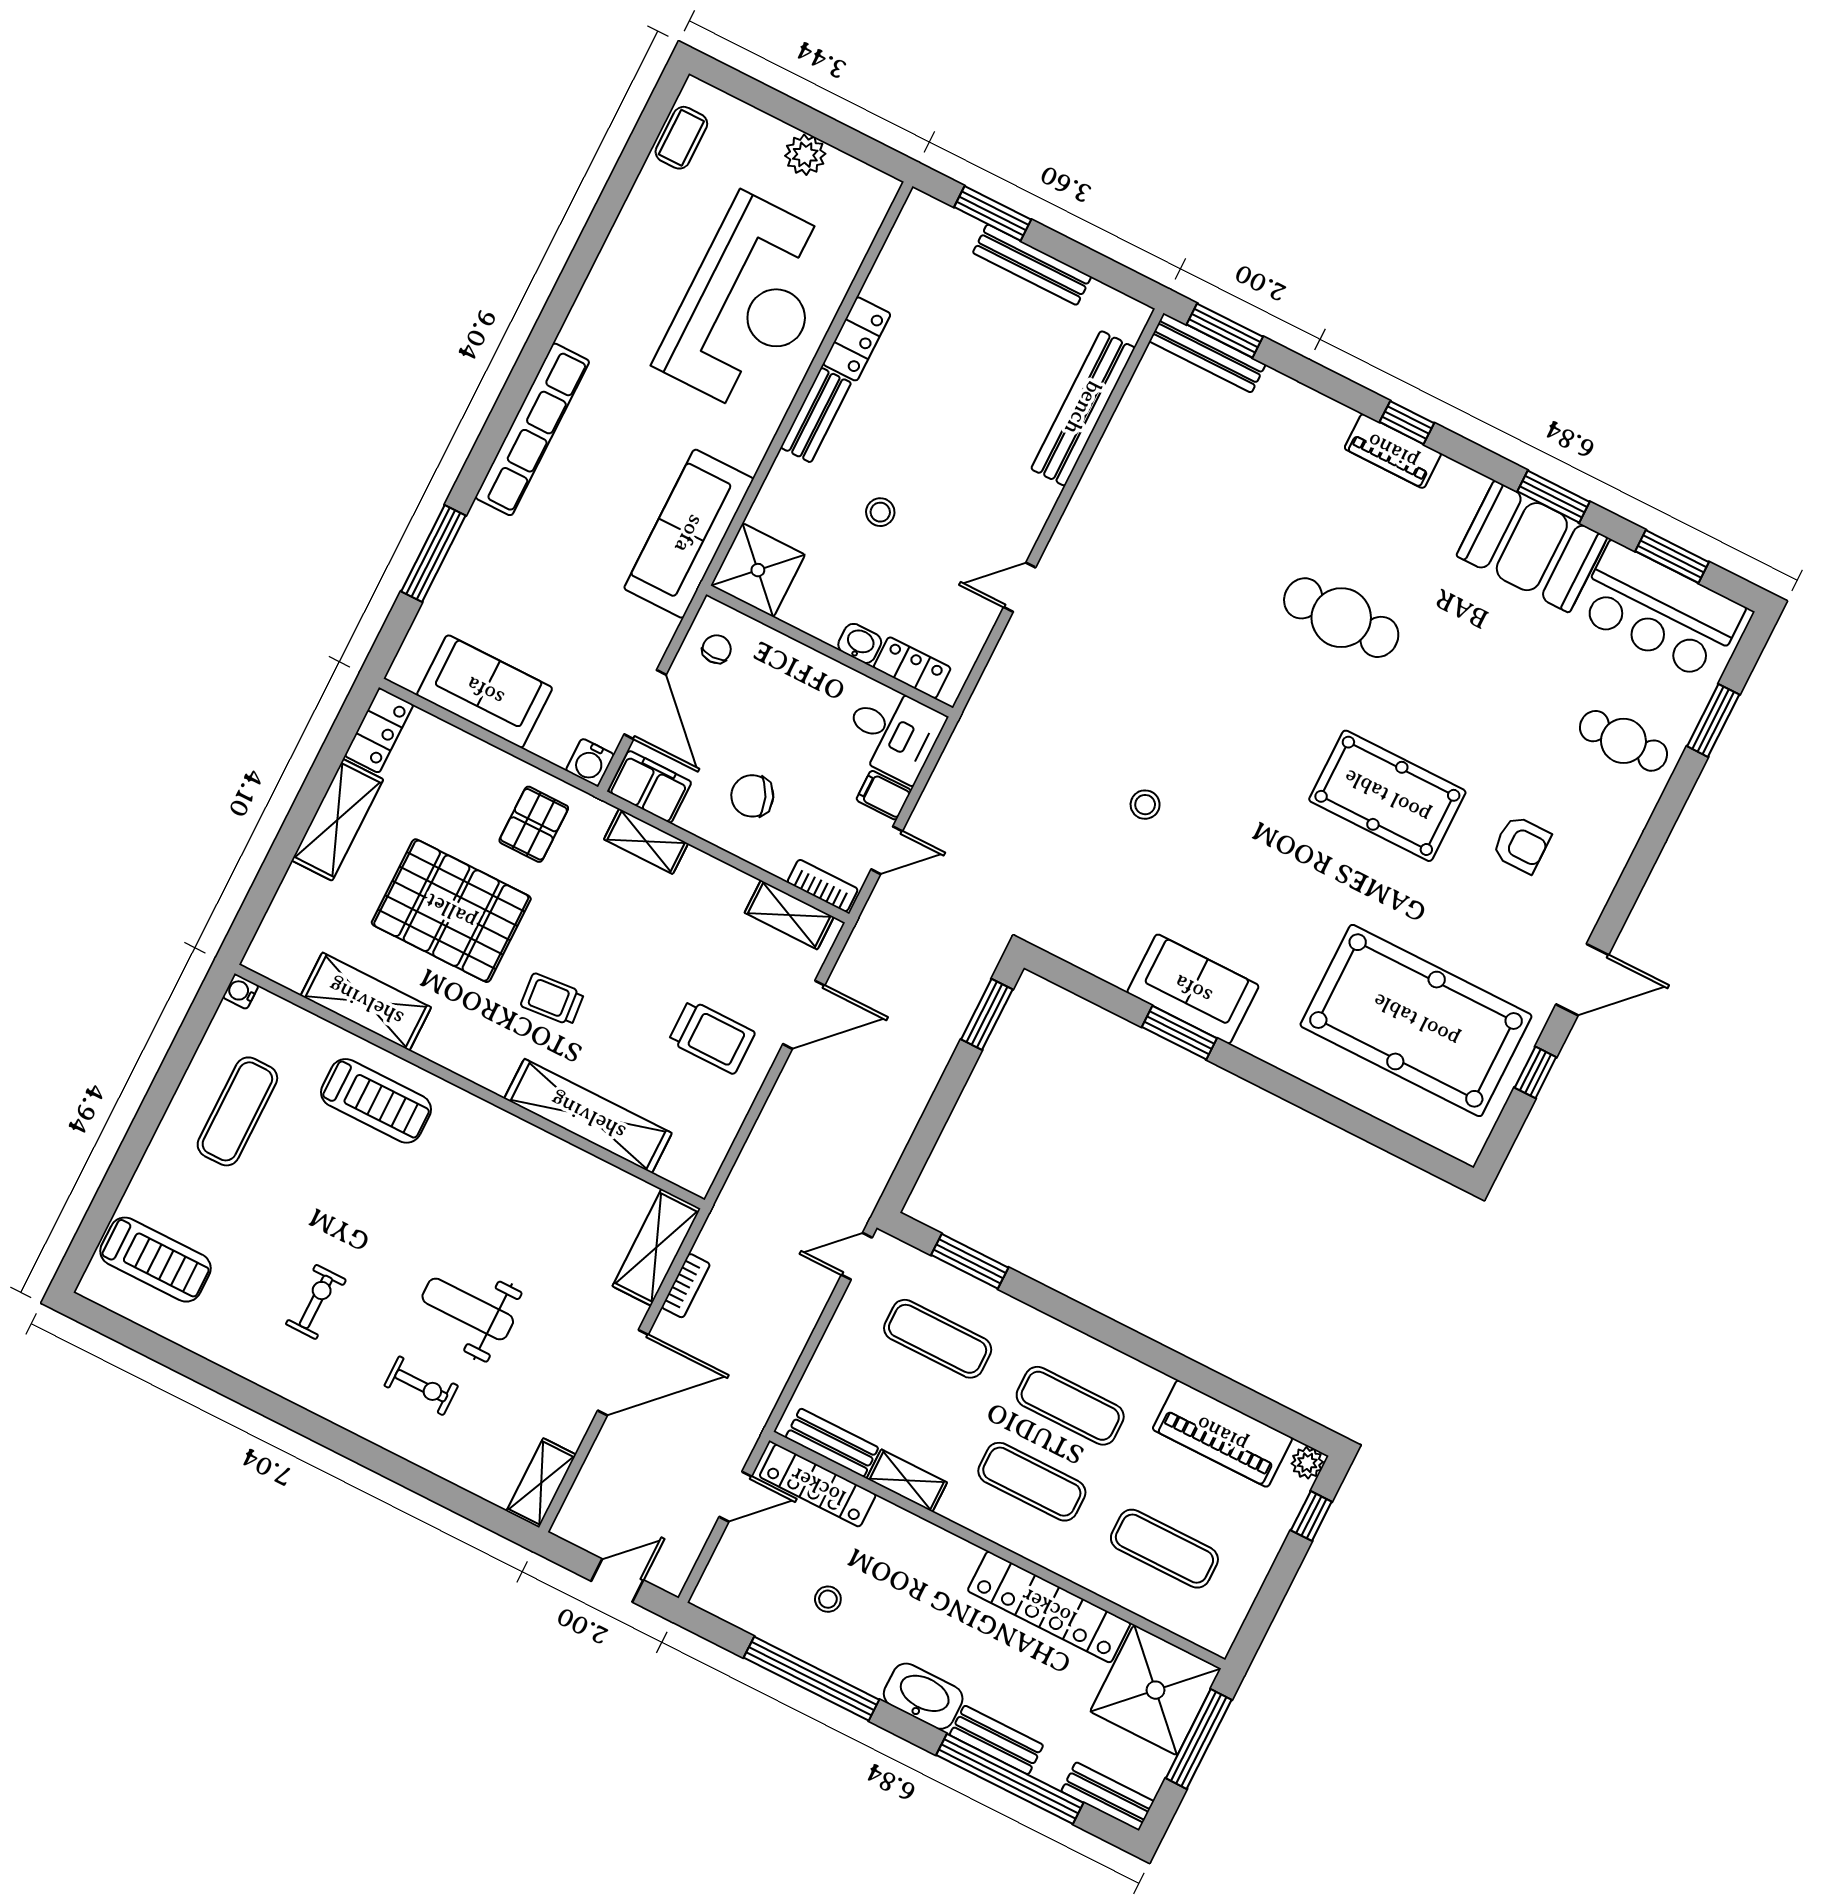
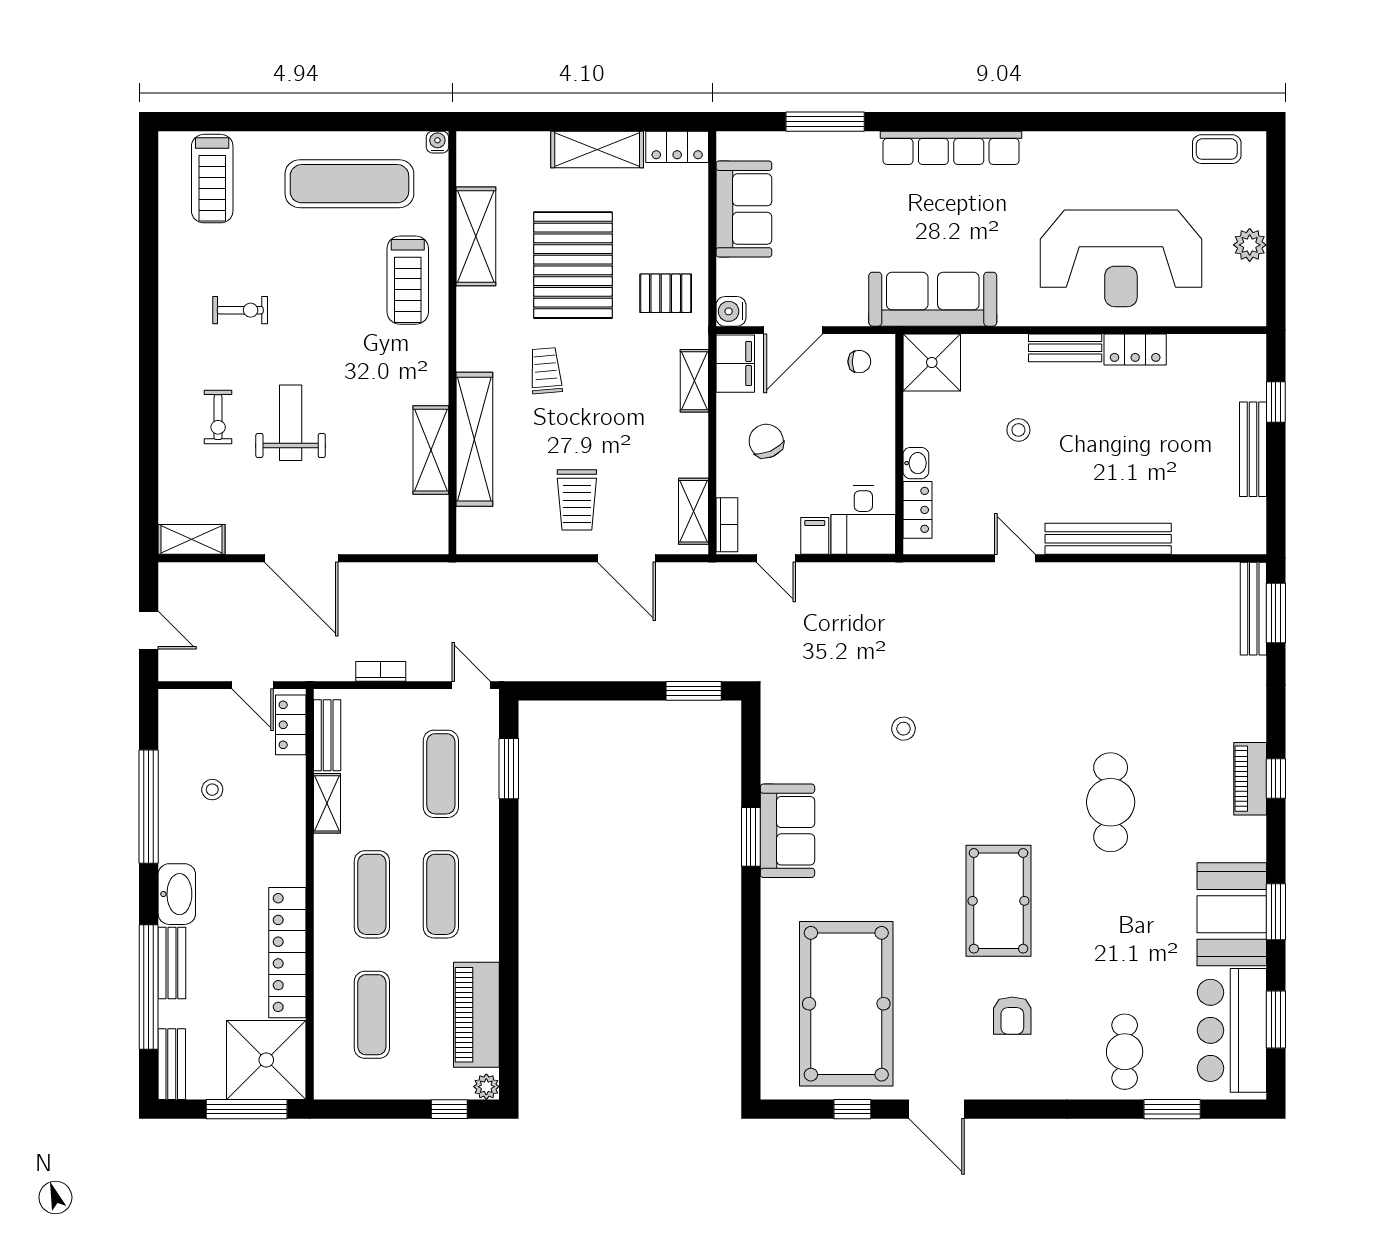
window: (993, 213) -> (1276, 402), width x0.67
bench: (1083, 408) -> (1108, 539), moved
exercise mat: (237, 1111) -> (349, 184), width x1.36, depth x1.45
shelving: (656, 1247) -> (431, 450), moved, turned 90
bookcase: (686, 1286) -> (381, 671), moved, turned 180
locker: (818, 1486) -> (291, 725), width x0.66

